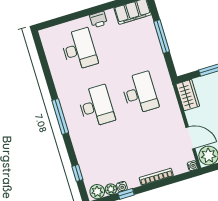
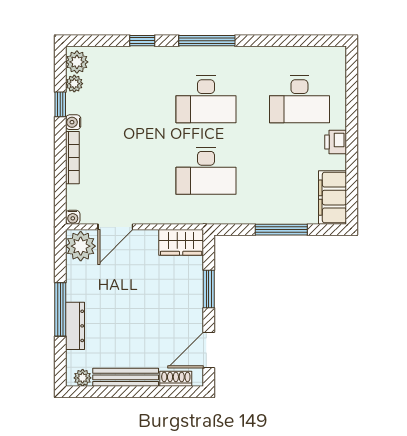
window: (77, 173) -> (142, 41), moved
water cooler: (122, 187) -> (73, 122), moved

